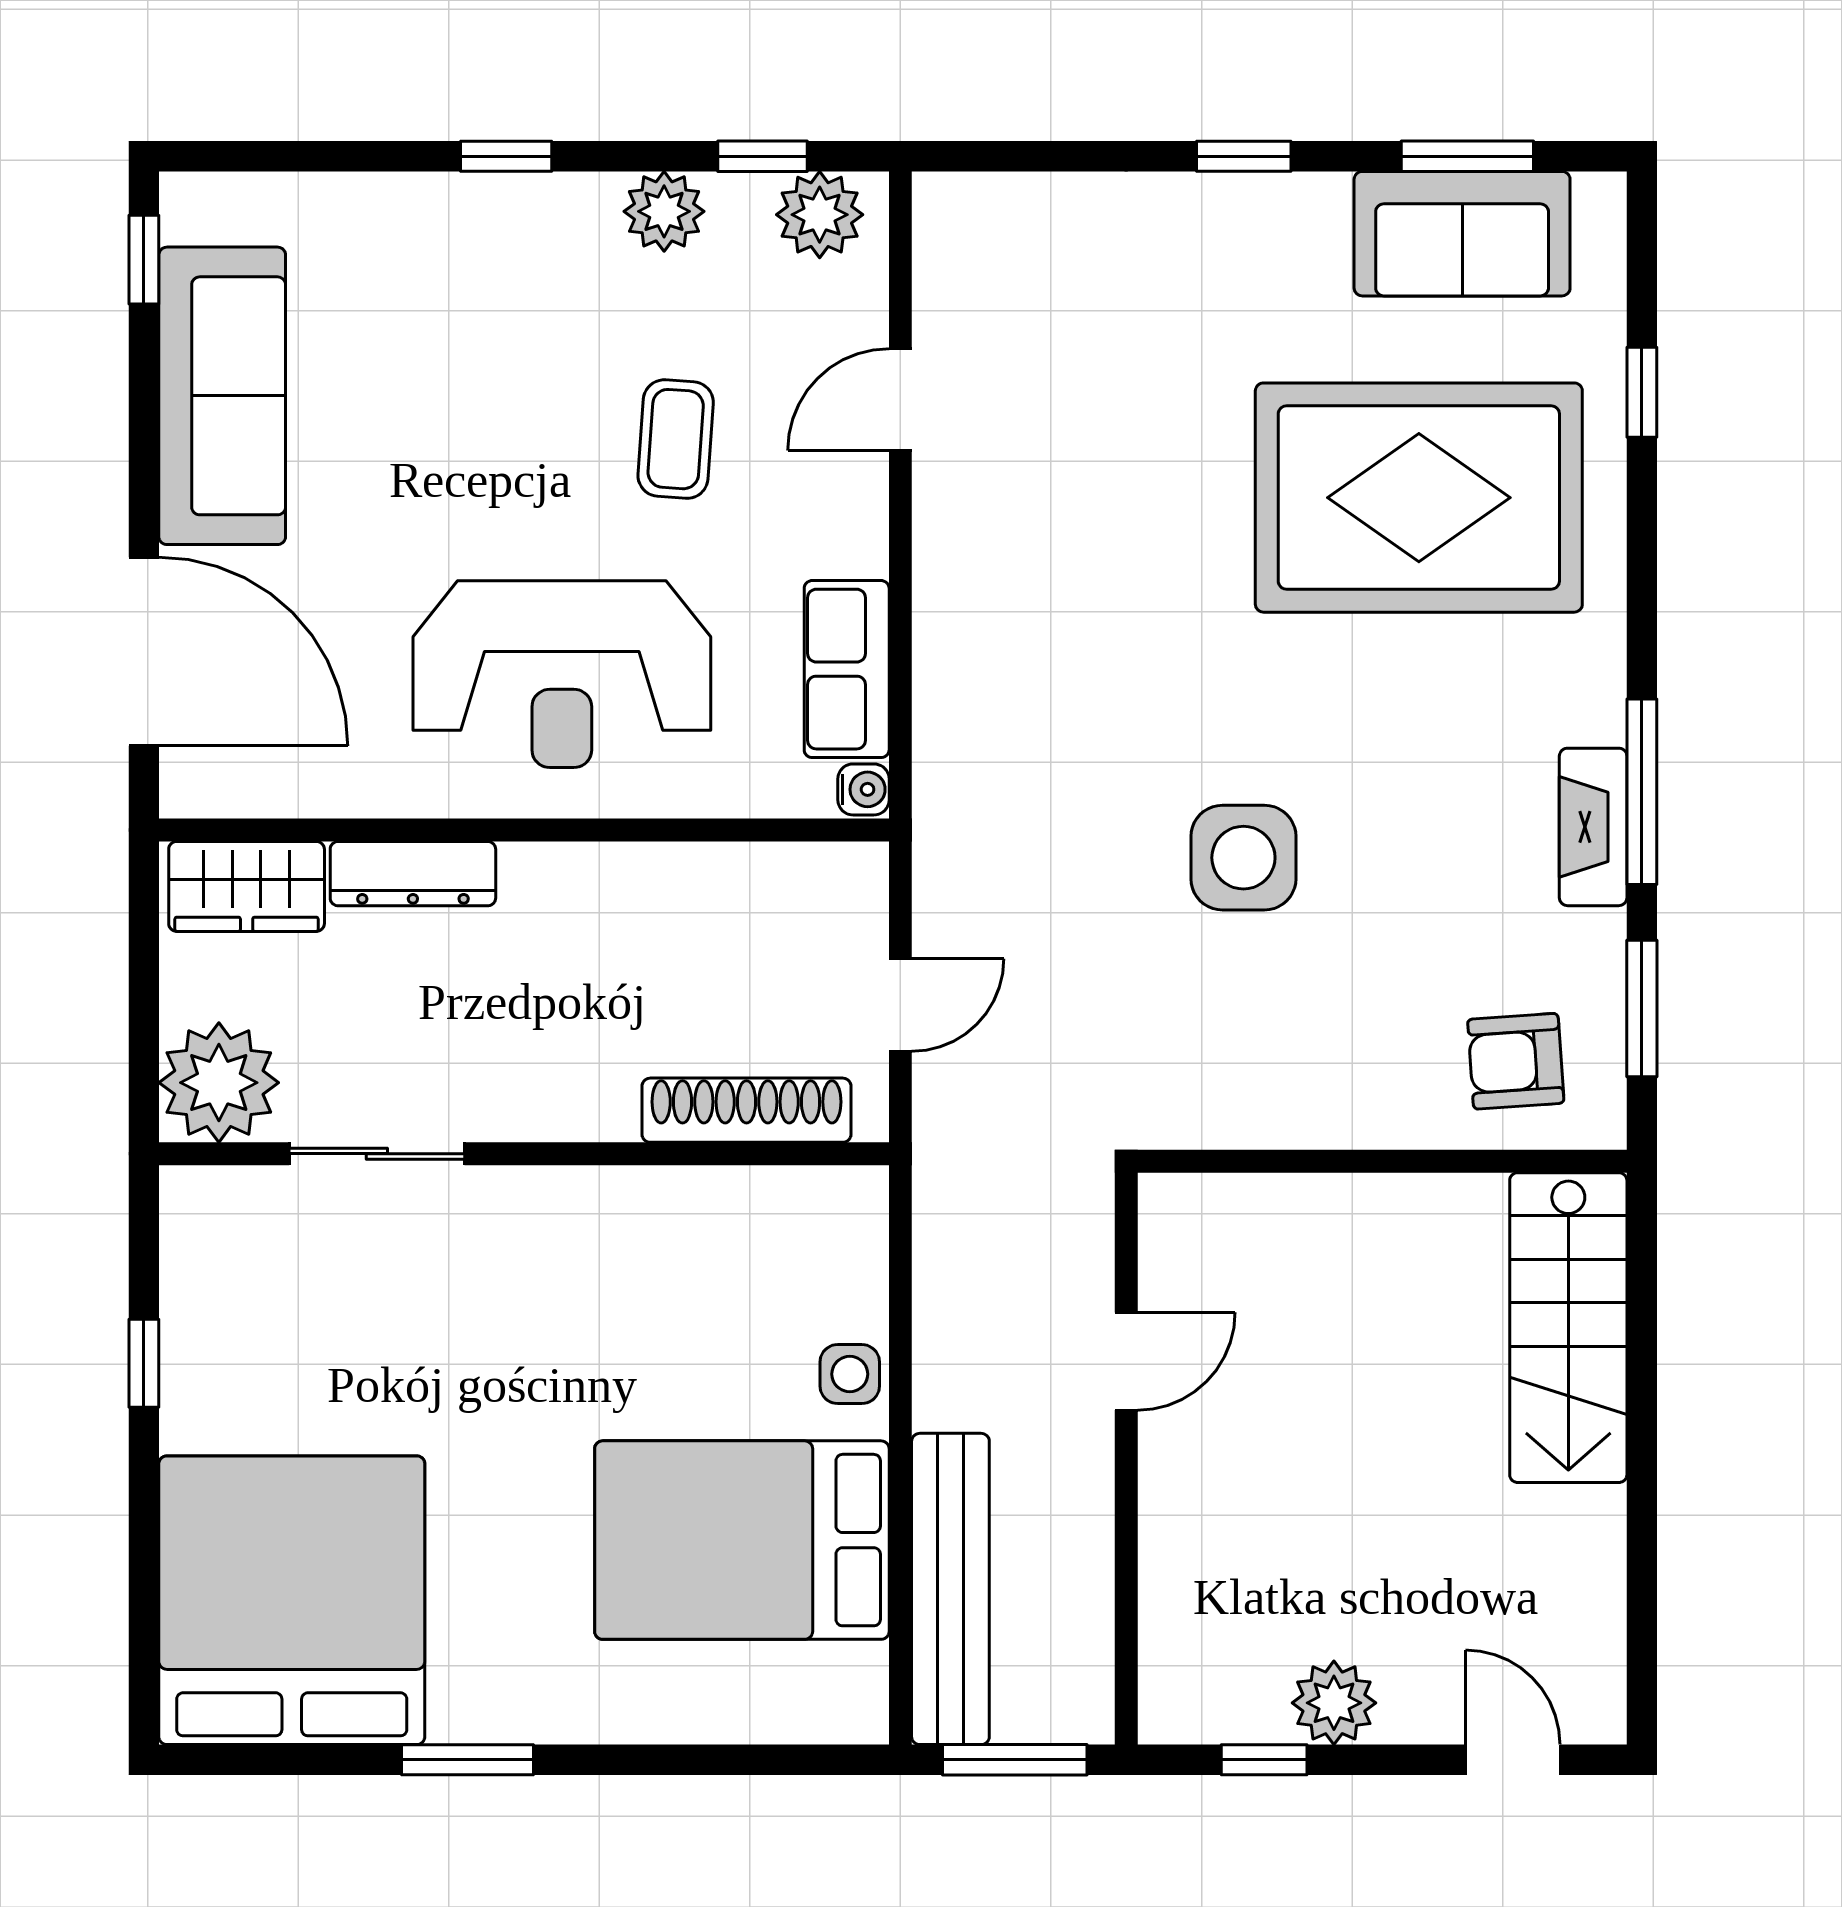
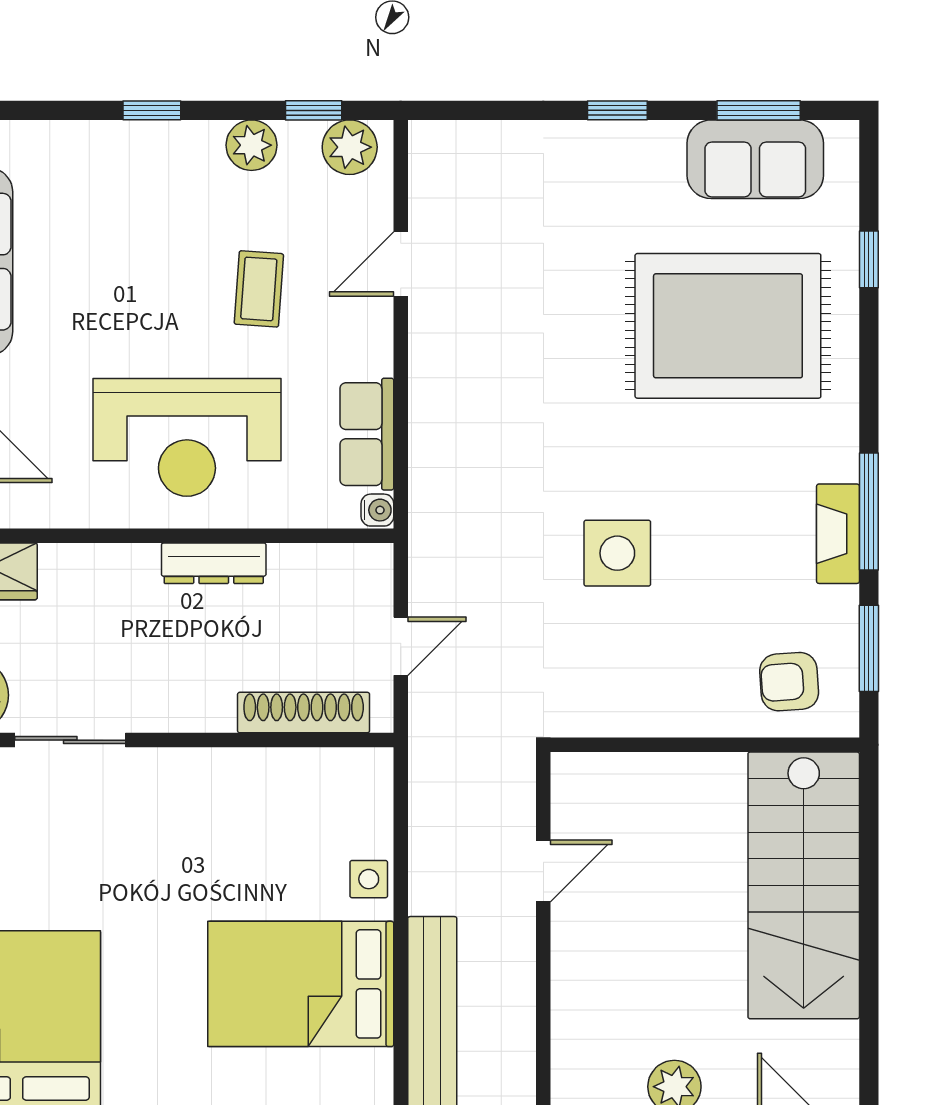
dresser: (413, 874) -> (214, 563), moved
stairs: (1568, 1328) -> (804, 885), width x1.36, depth x1.51

